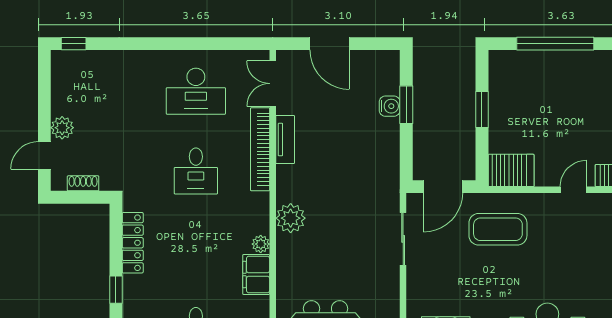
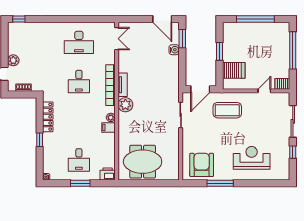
door: (330, 44) -> (162, 19), moved
double door: (273, 84) -> (117, 39), swing flipped
window: (406, 105) -> (182, 39), moved
tv unit: (285, 140) -> (123, 85), moved
bookcase: (260, 149) -> (110, 85), moved
server rack: (511, 170) -> (234, 70), moved
filing cabinet: (256, 275) -> (109, 127), width x0.50

